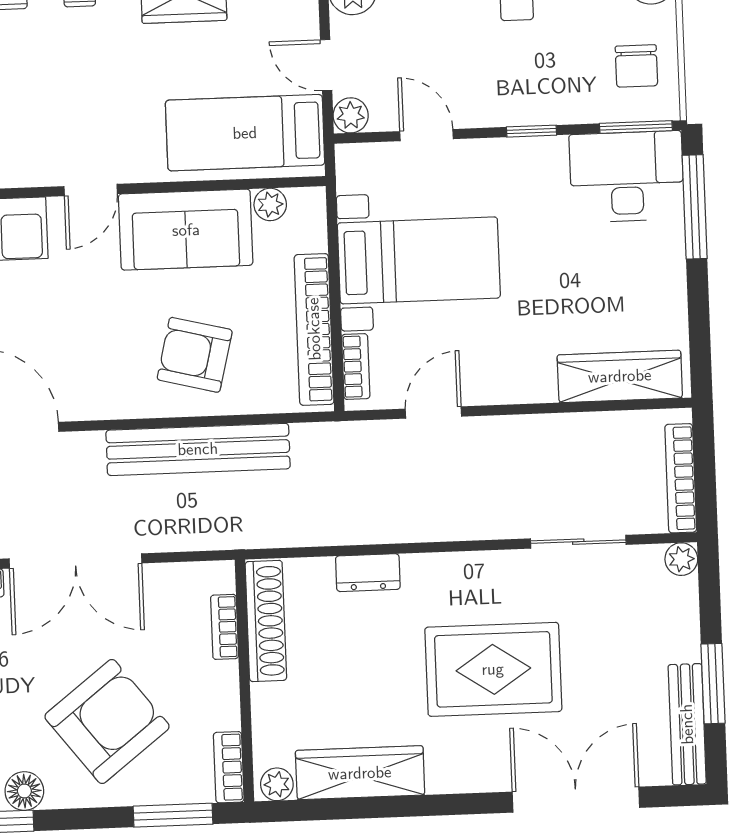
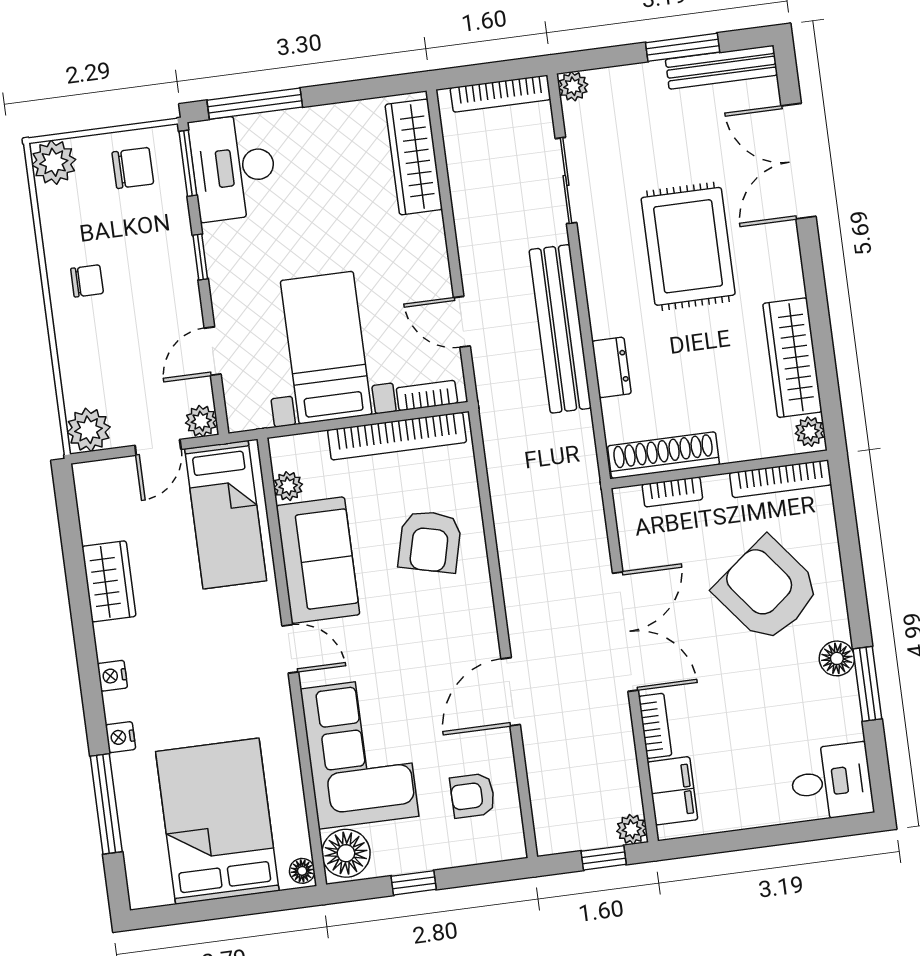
bench: (198, 449) -> (560, 329), moved
bookcase: (229, 767) -> (781, 479), width x1.56
window: (173, 815) -> (846, 523), removed

